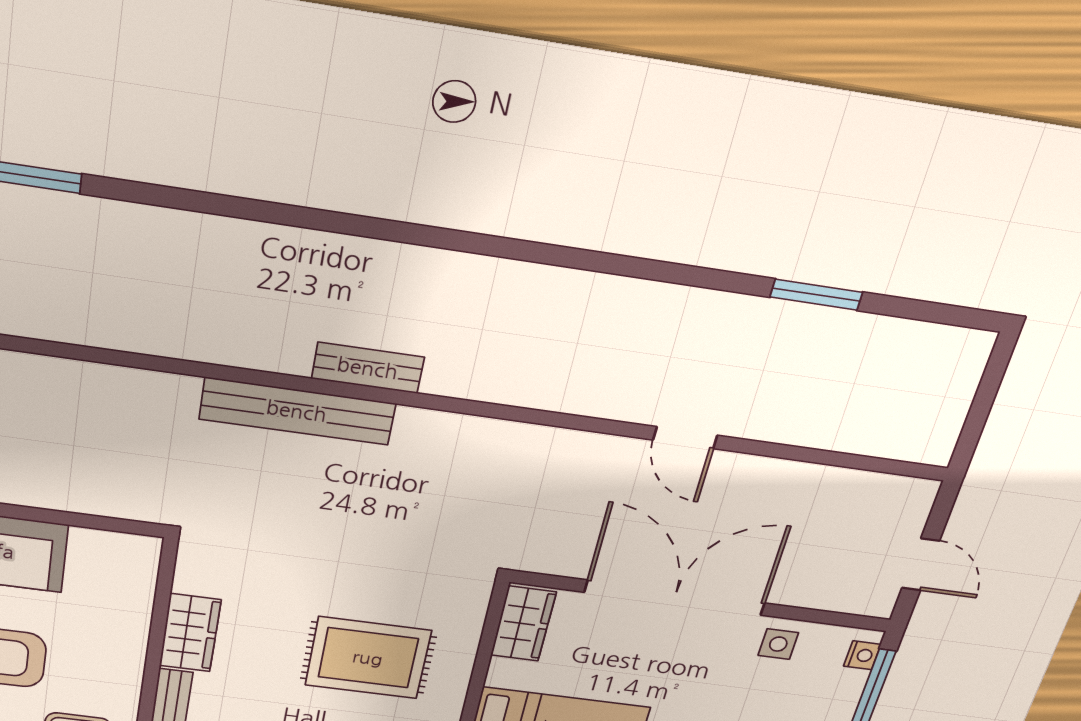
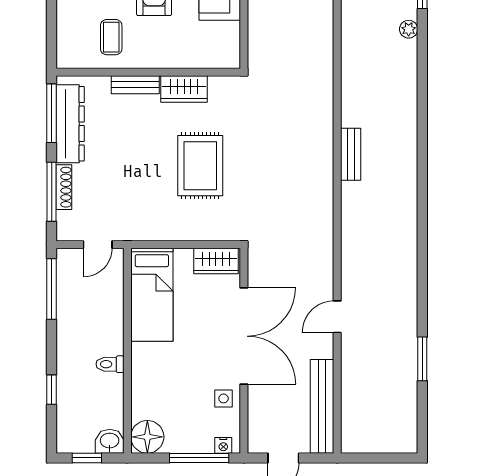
plant: (123, 218) -> (409, 29), added
bench: (297, 411) -> (322, 406), moved
rug: (368, 658) -> (200, 166), moved

